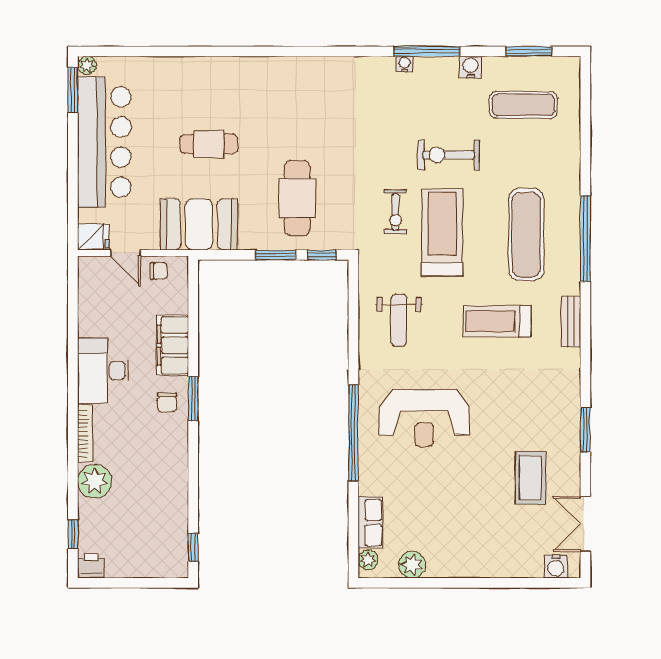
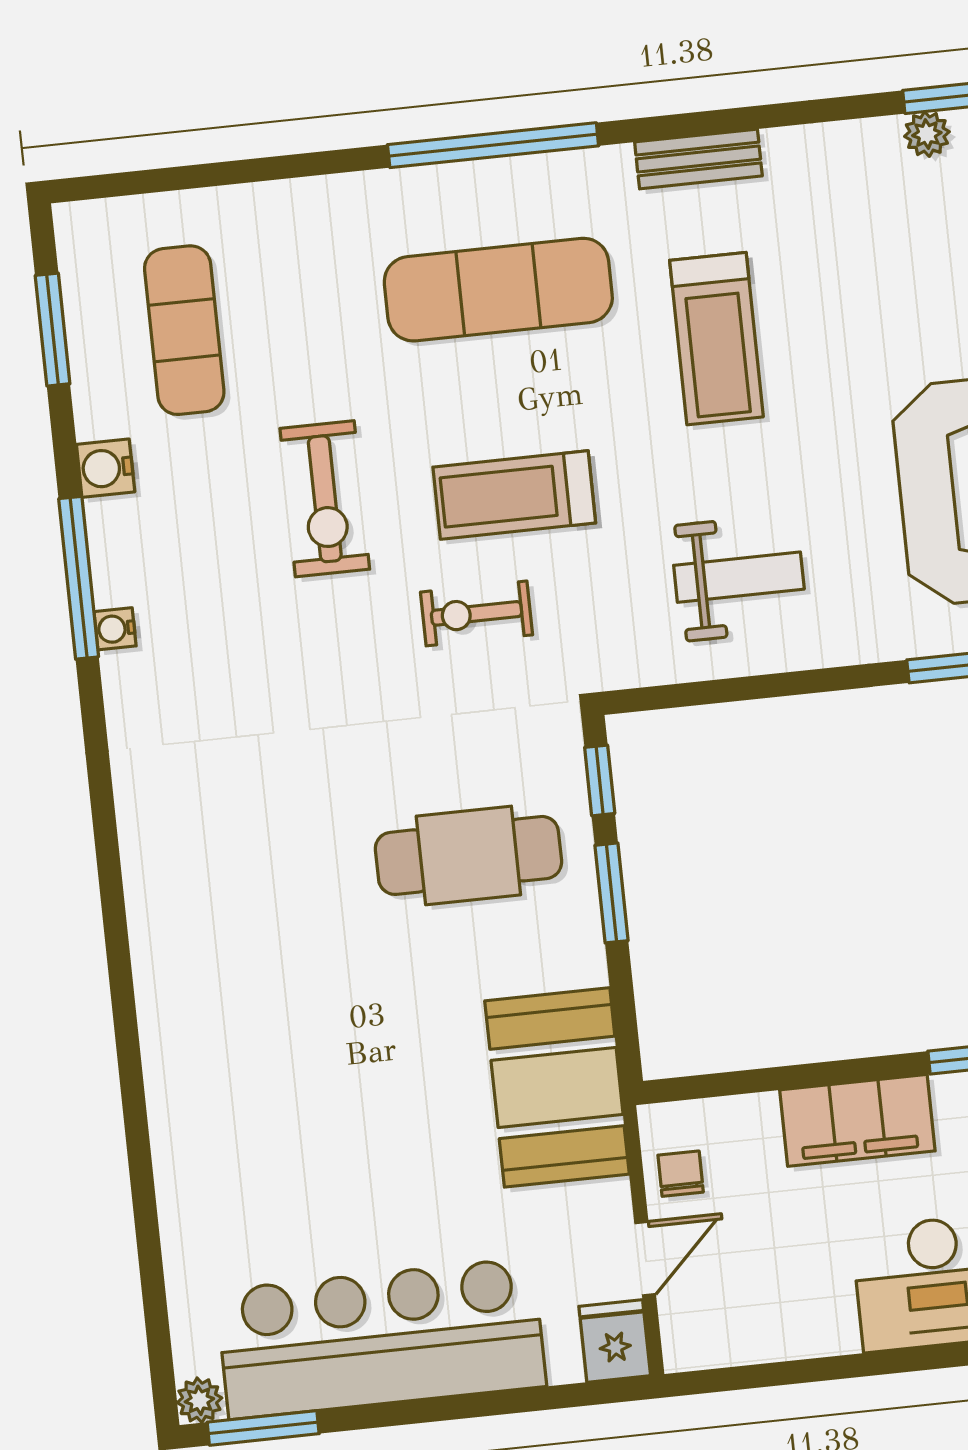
cafe table: (209, 144) -> (359, 1084), removed
exercise bike: (395, 212) -> (477, 613), turned 180
treadmill: (442, 232) -> (514, 495), width x0.73, depth x0.73
plant: (571, 416) -> (927, 134), added

